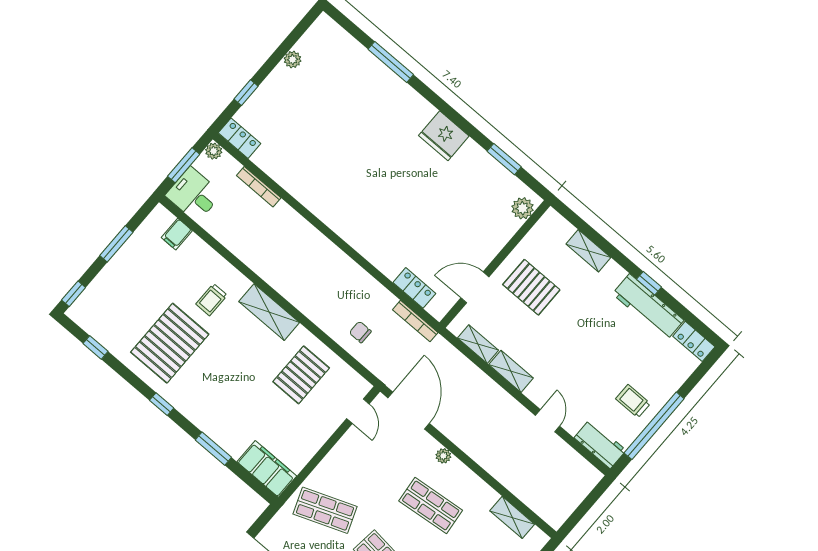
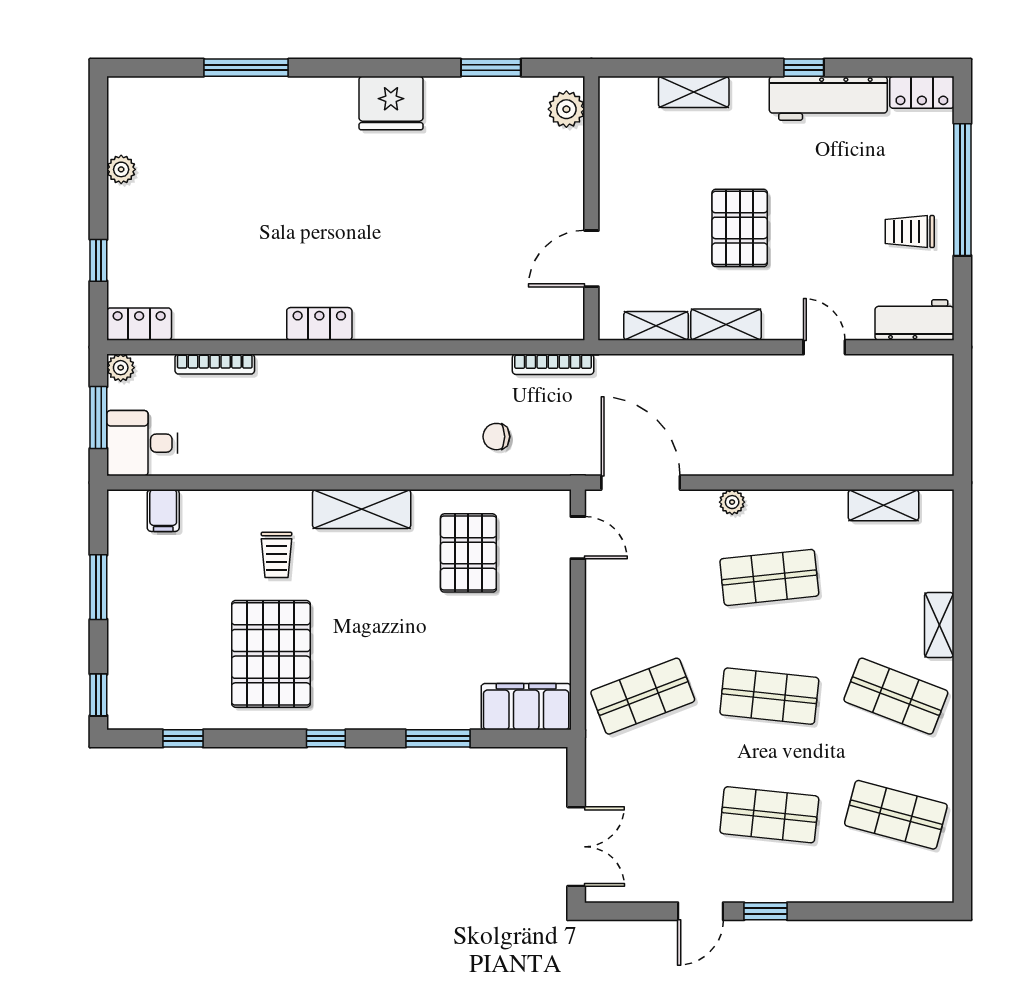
pallet: (531, 287) -> (740, 228), moved, turned 90
locker: (414, 288) -> (319, 324), moved
window: (654, 426) -> (962, 190), moved

